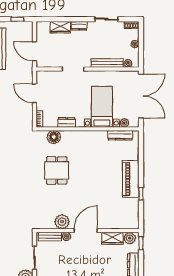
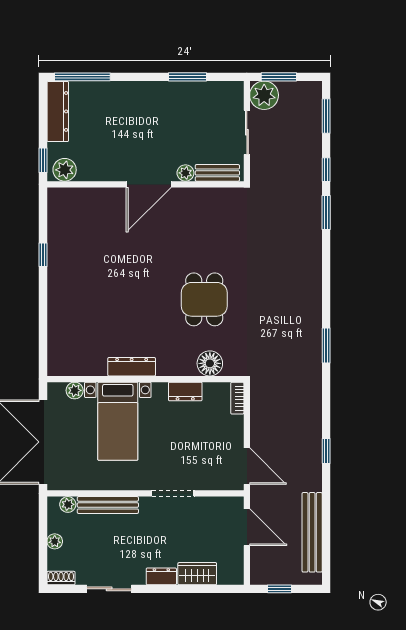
door: (34, 93) -> (247, 466), moved
dresser: (120, 135) -> (132, 367), moved
piano: (131, 179) -> (62, 283), removed
plant: (62, 222) -> (194, 201), removed
wardrobe: (112, 238) -> (98, 170), removed

